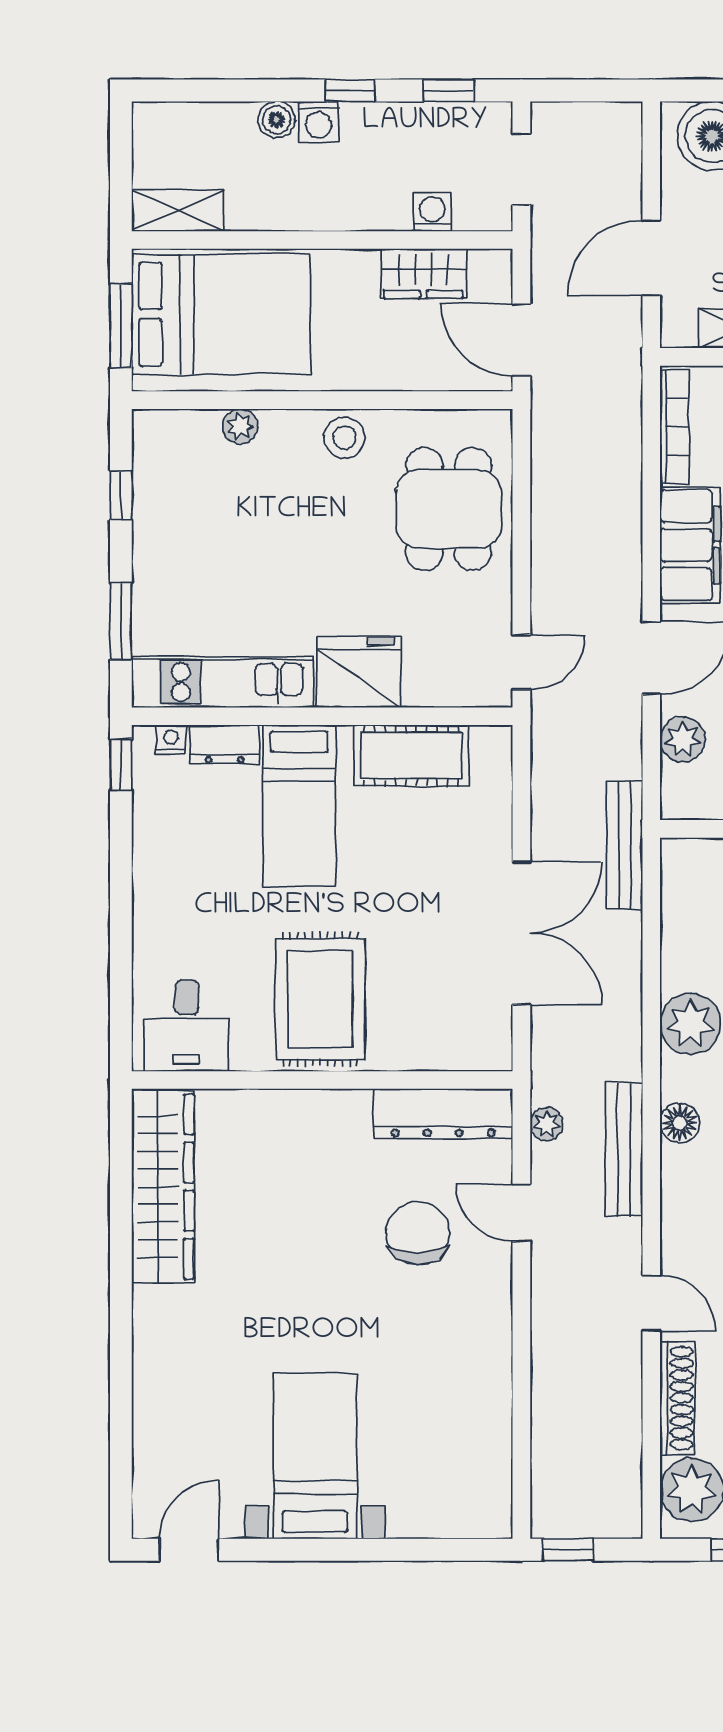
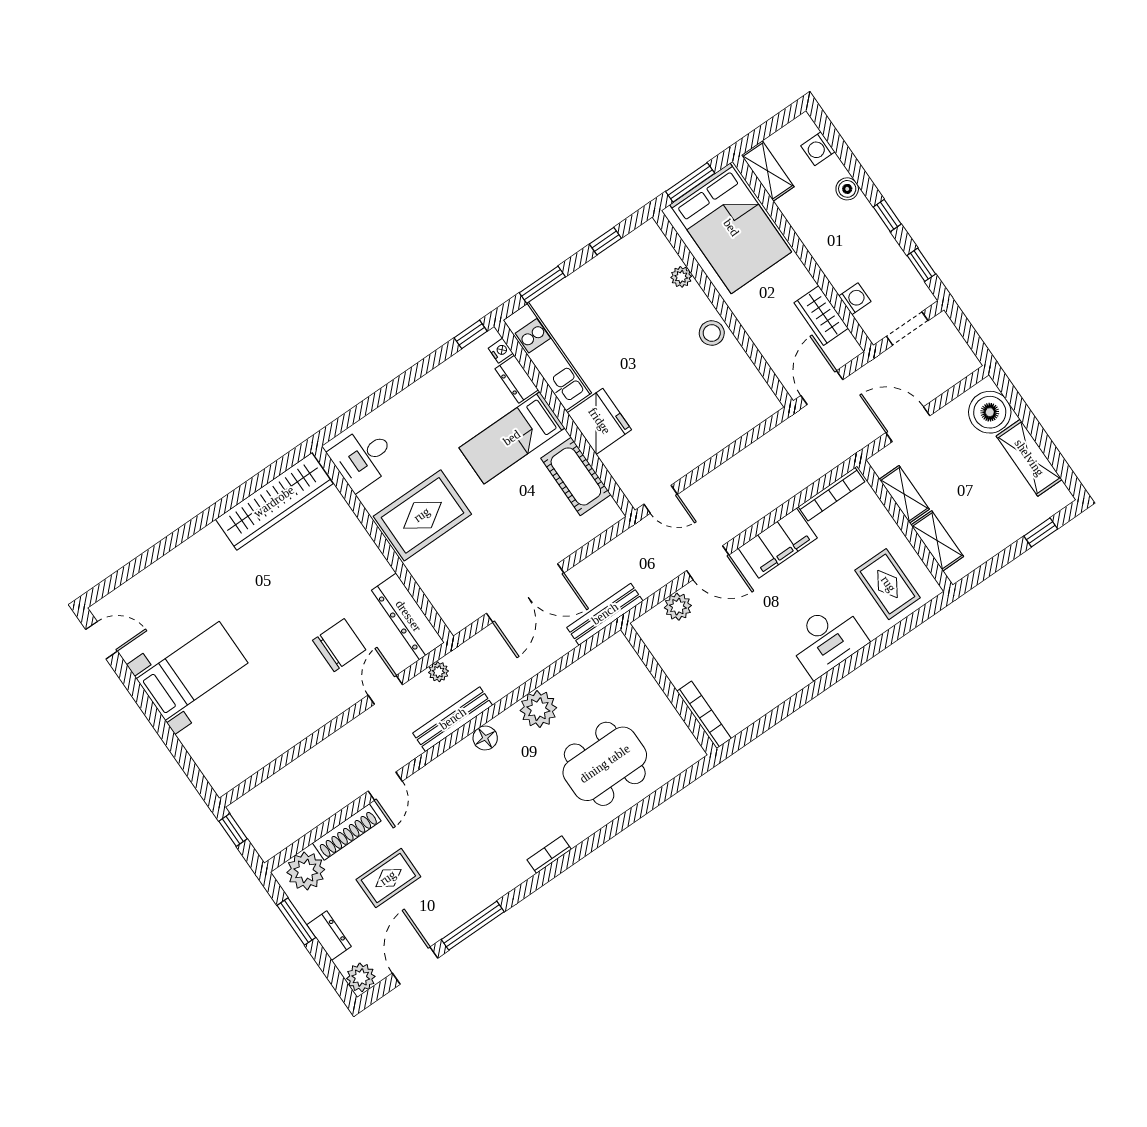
washing machine: (319, 122) -> (818, 149), moved
dining table: (449, 509) -> (712, 410), removed

